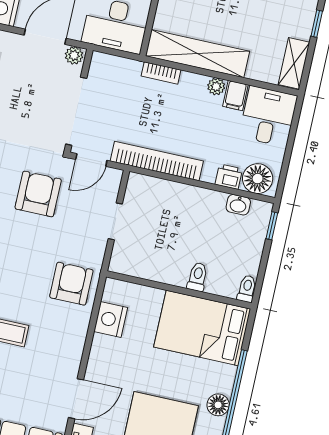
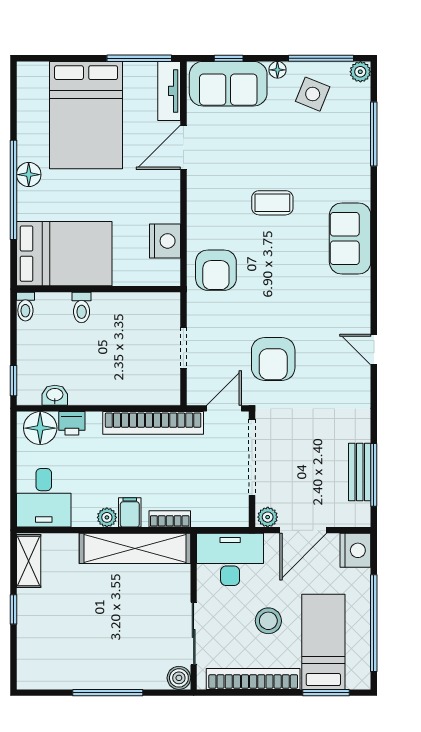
filing cabinet: (235, 95) -> (130, 512), moved

